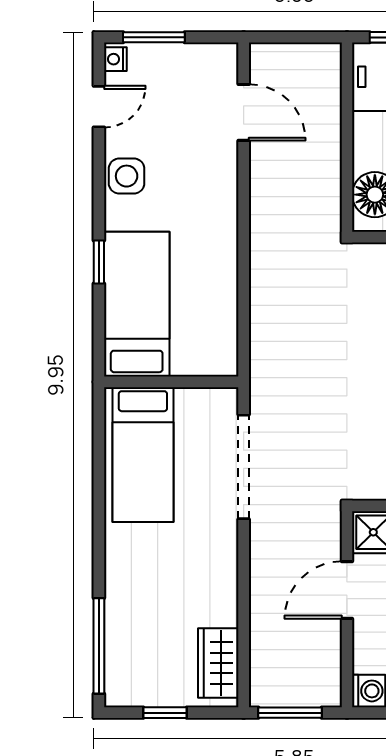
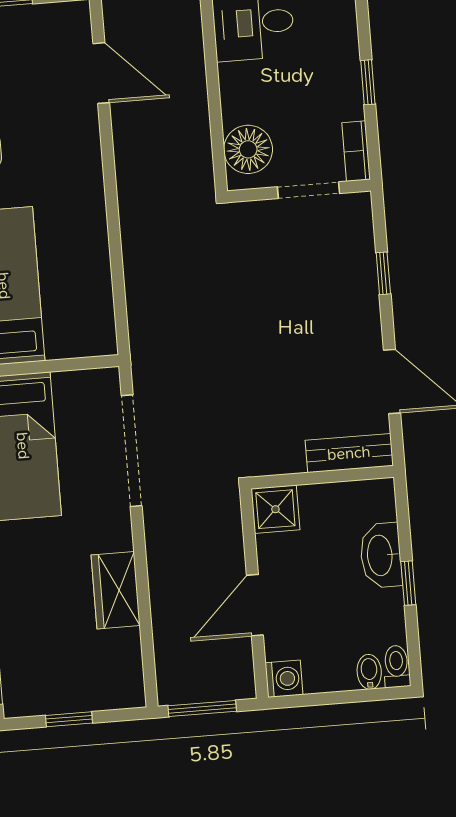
door: (347, 590) -> (255, 605), moved
wardrobe: (218, 663) -> (116, 590), moved

